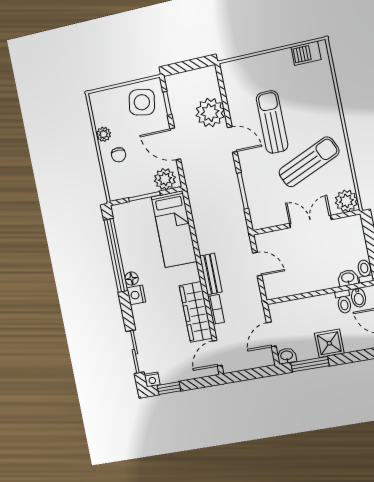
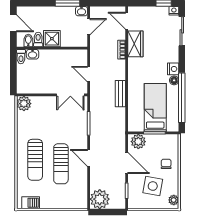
side table: (142, 102) -> (153, 186), moved
plant: (210, 113) -> (100, 199), moved
plant: (104, 134) -> (174, 200), moved
sun lounger: (309, 162) -> (35, 160), moved, turned -66
double door: (310, 222) -> (70, 95), moved
bed: (174, 229) -> (155, 107), moved
bench: (211, 274) -> (120, 94), moved
wardrobe: (196, 312) -> (135, 44), width x0.67
shower: (329, 343) -> (52, 39), moved
door: (217, 353) -> (127, 21), swing flipped

